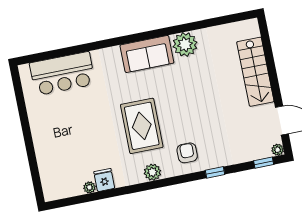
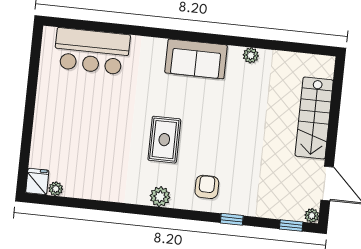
plant: (185, 44) -> (251, 55), width x0.53, depth x0.53
rug: (142, 126) -> (164, 140), width x0.73, depth x0.70
fridge: (104, 180) -> (37, 181), moved
plant: (89, 187) -> (56, 189), moved

